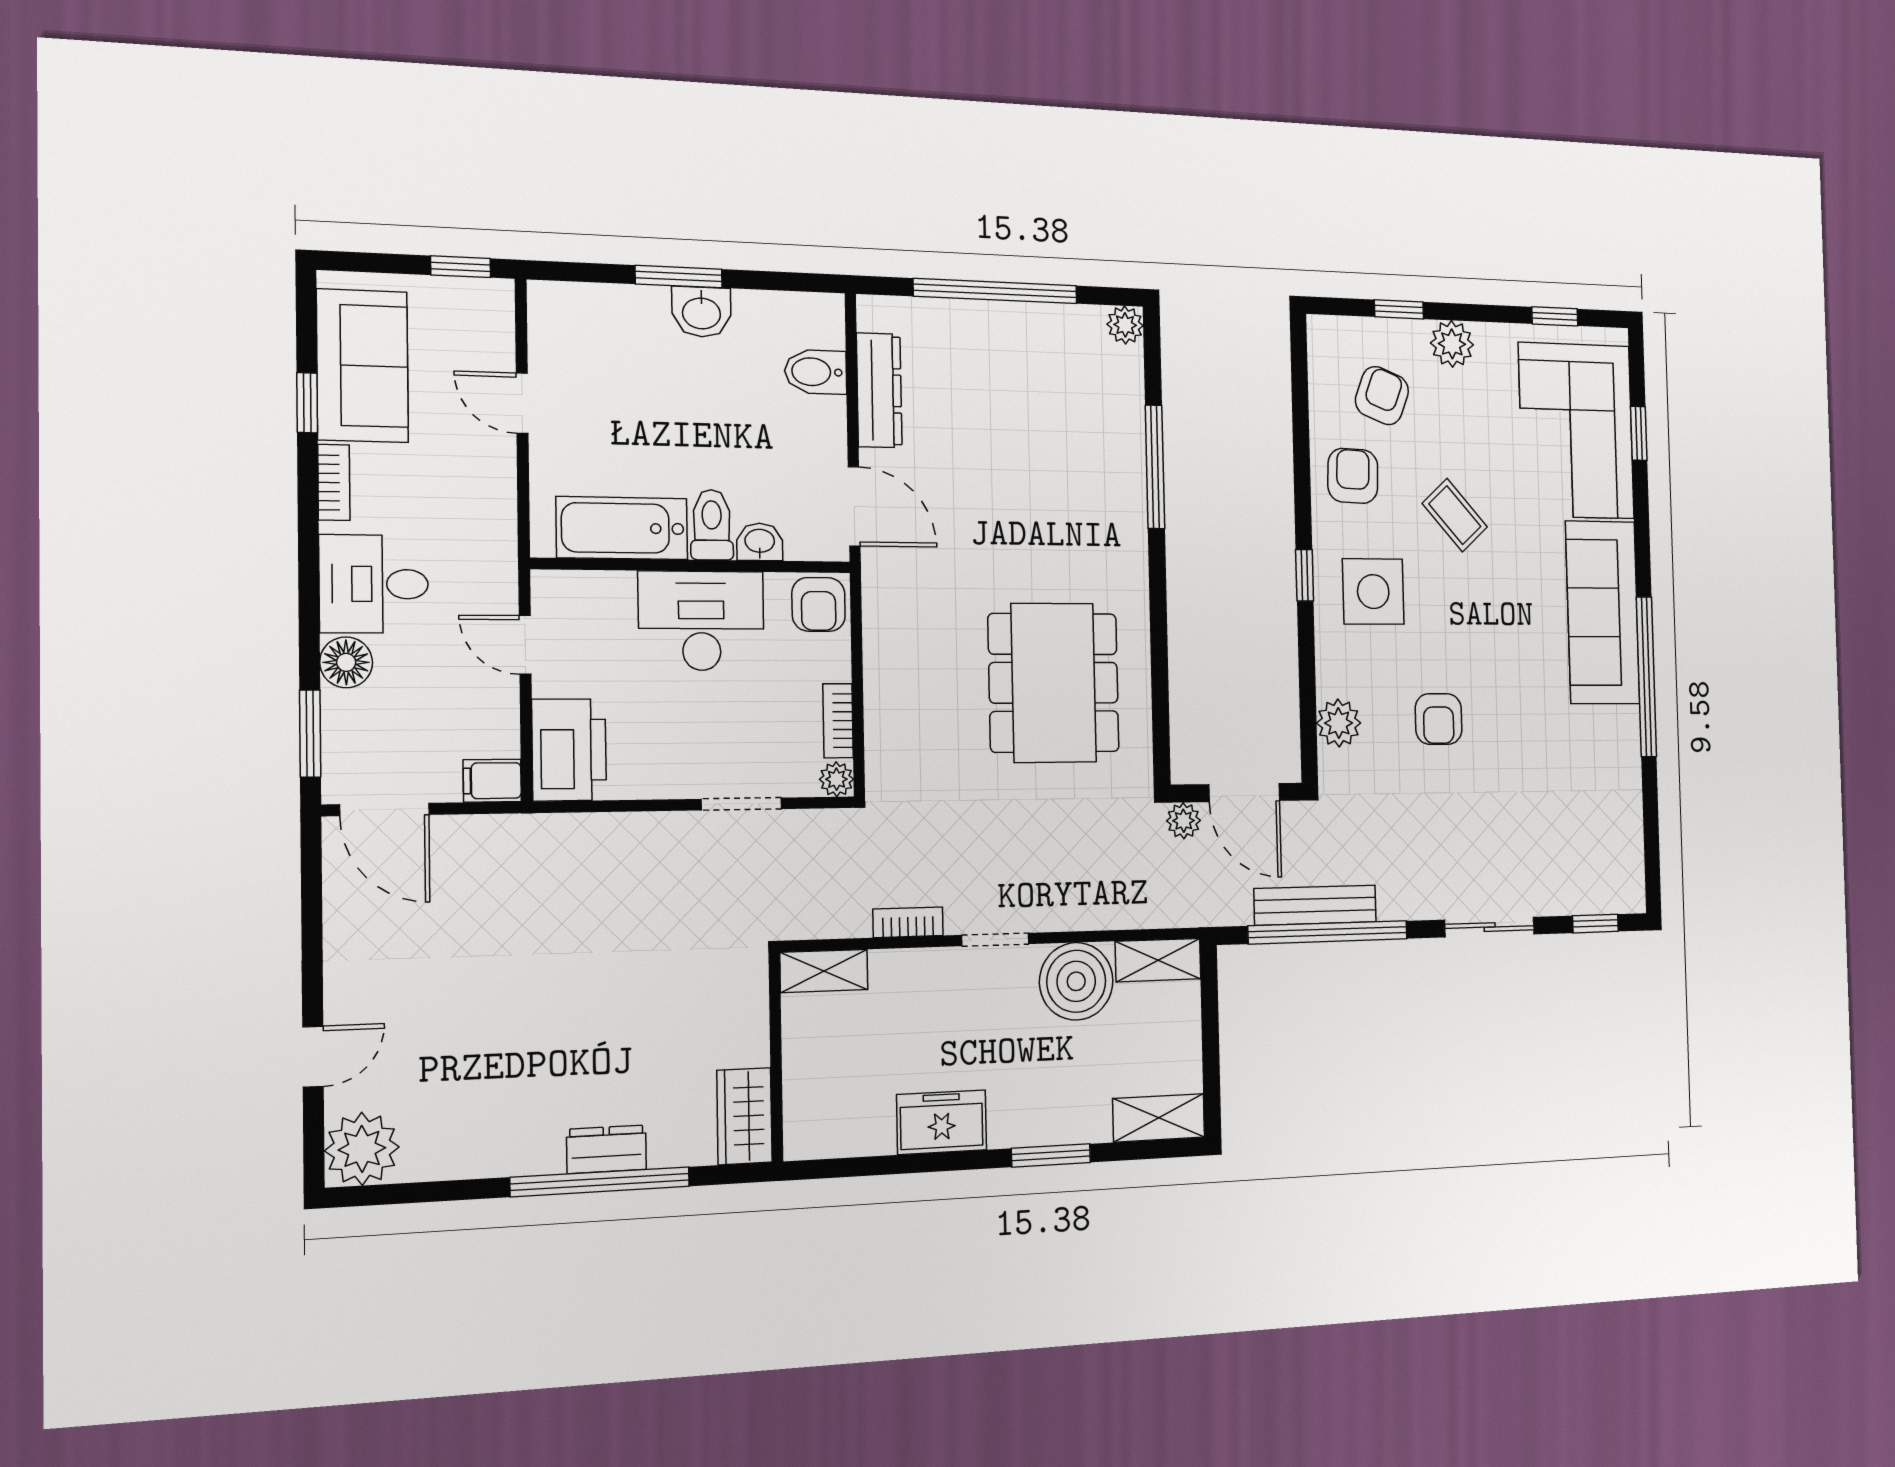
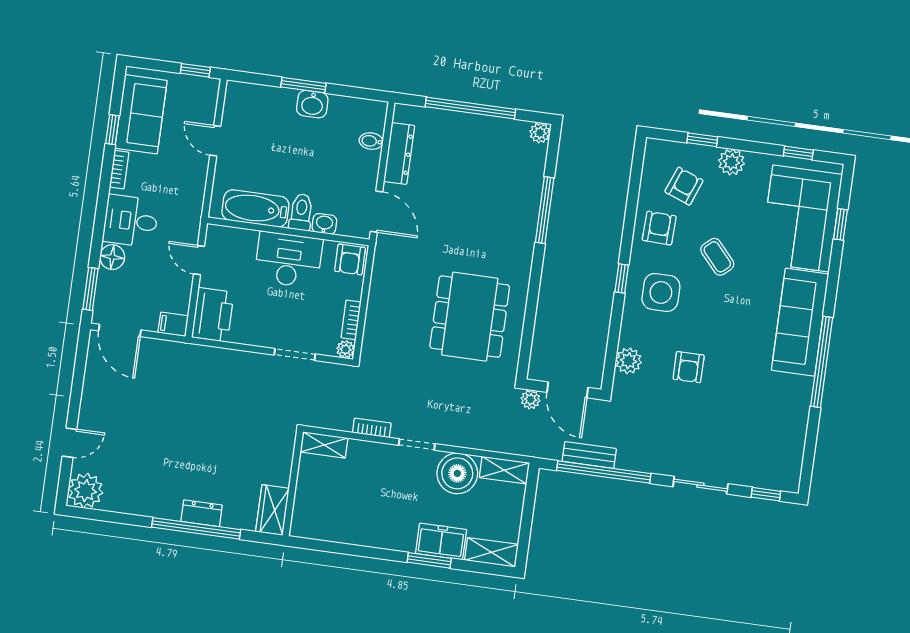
bidet: (816, 372) -> (371, 141), width x0.72, depth x0.74
bench: (1315, 905) -> (589, 455), width x0.73
freezer: (942, 1122) -> (441, 541), moved

